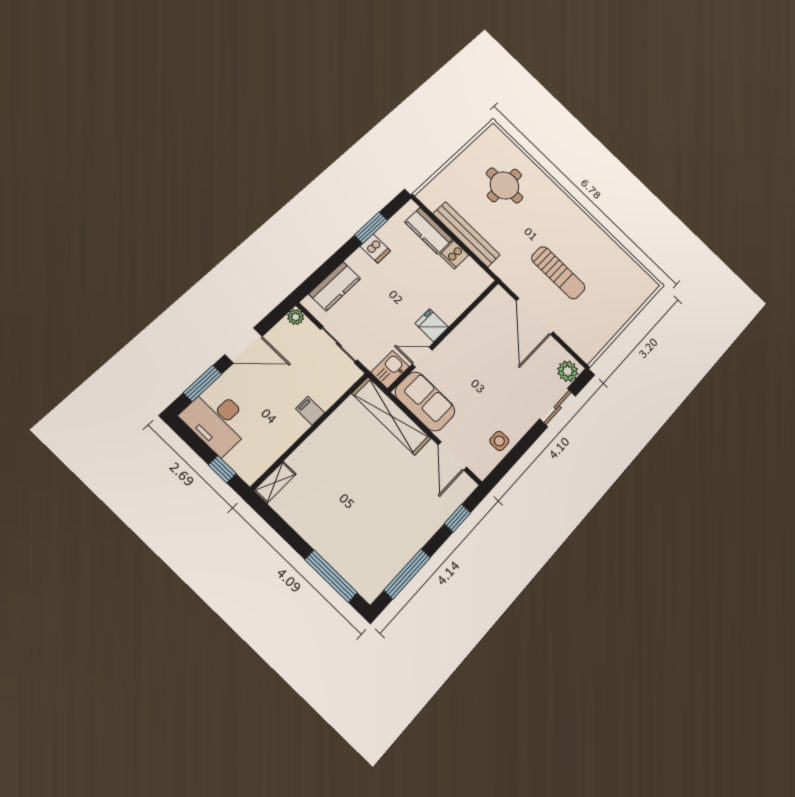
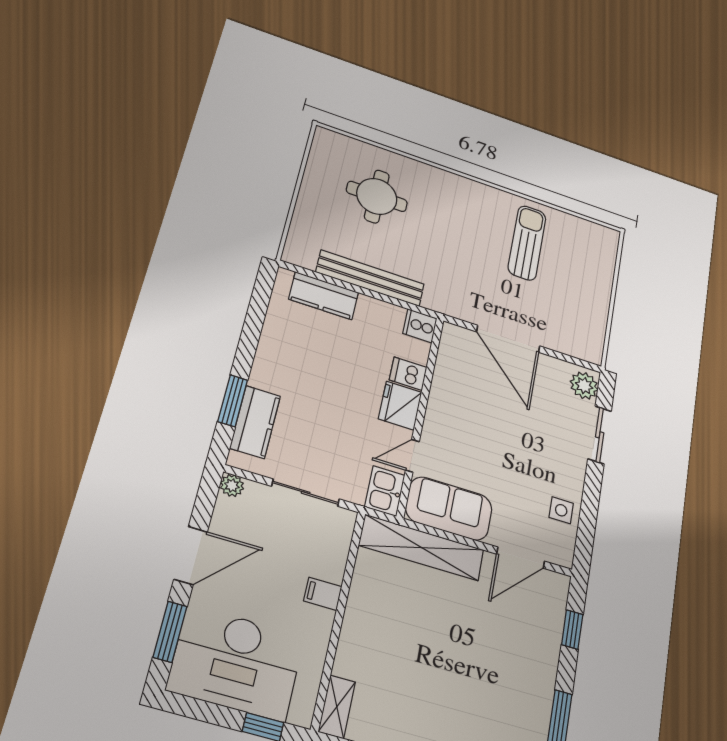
window: (371, 228) -> (233, 401), moved
dishwasher: (375, 248) -> (408, 374), moved, turned 180
cooker: (454, 255) -> (420, 326), moved, turned 90
sun lounger: (558, 273) -> (527, 243), moved, turned -90
fridge: (432, 325) -> (400, 406), width x1.38
desk: (217, 420) -> (236, 663), width x1.36, depth x1.30
door: (452, 456) -> (521, 558), hinge flipped

